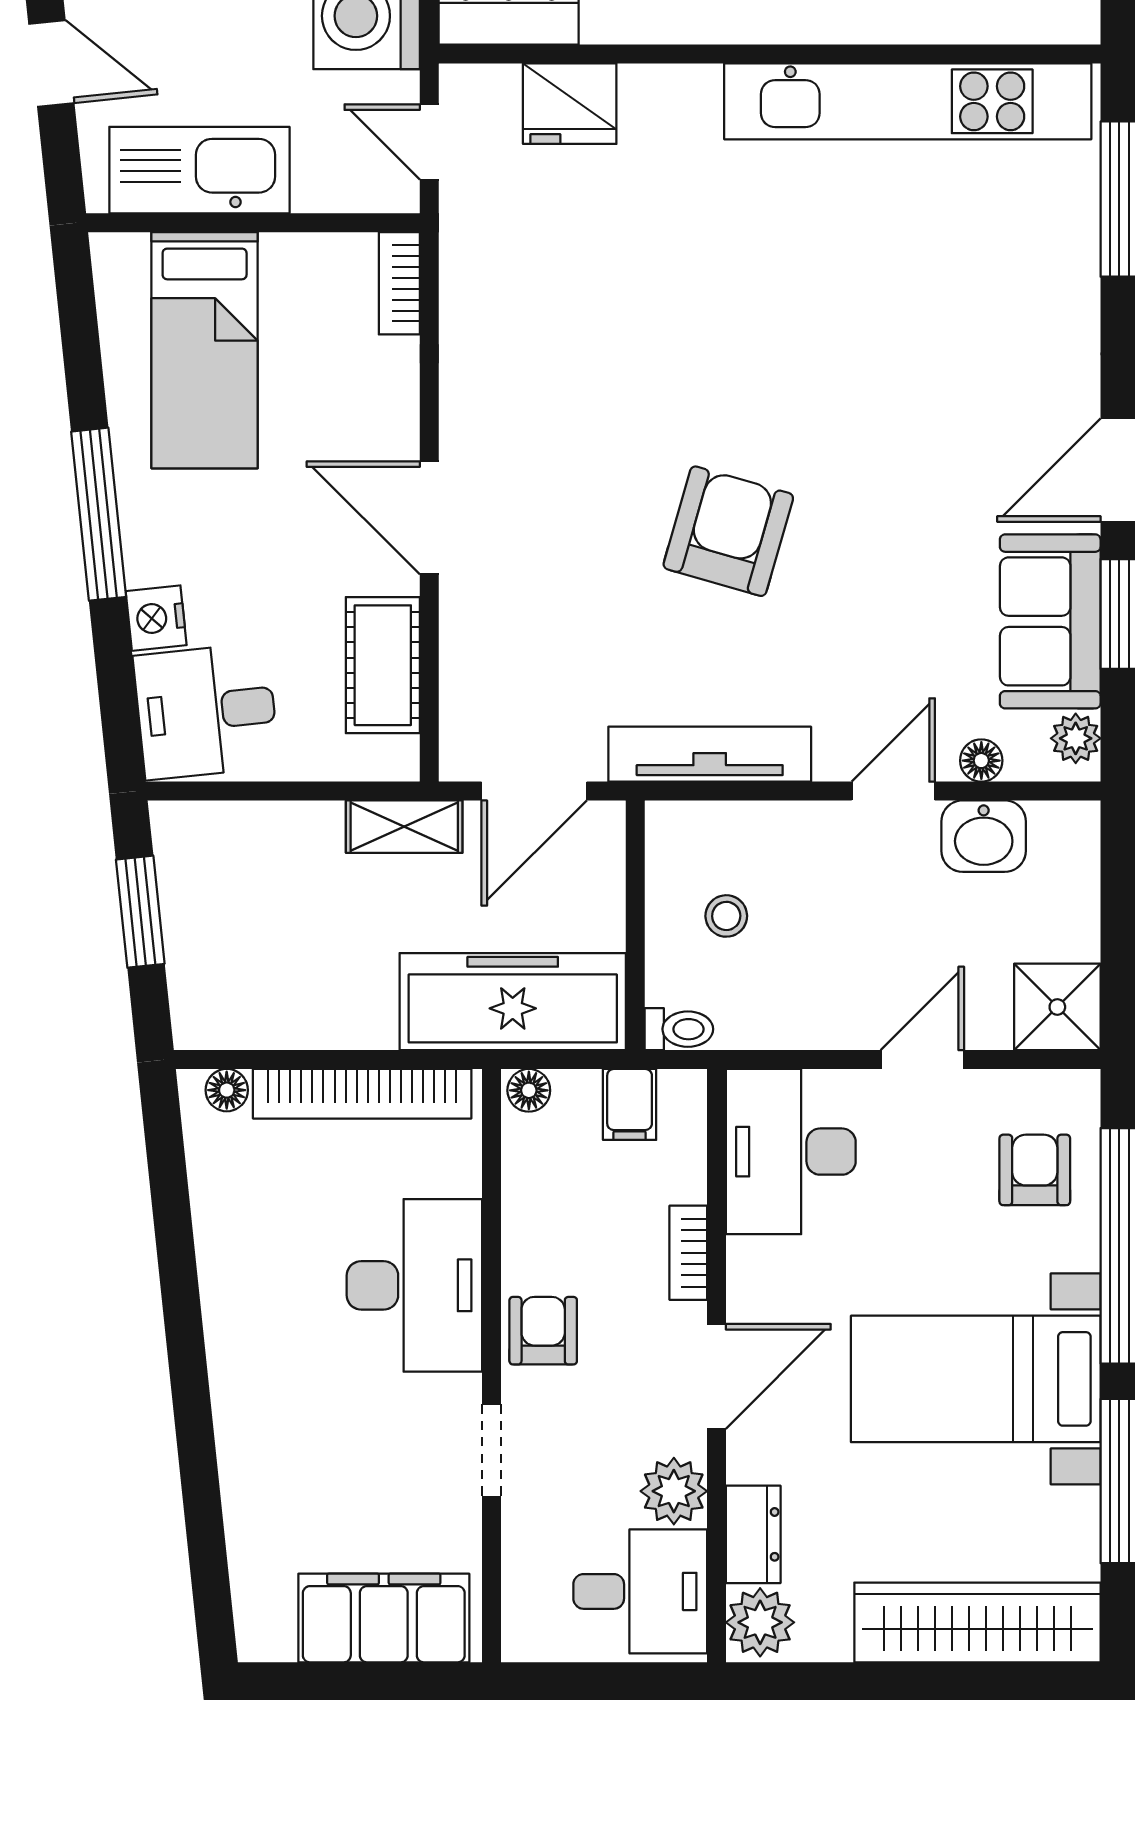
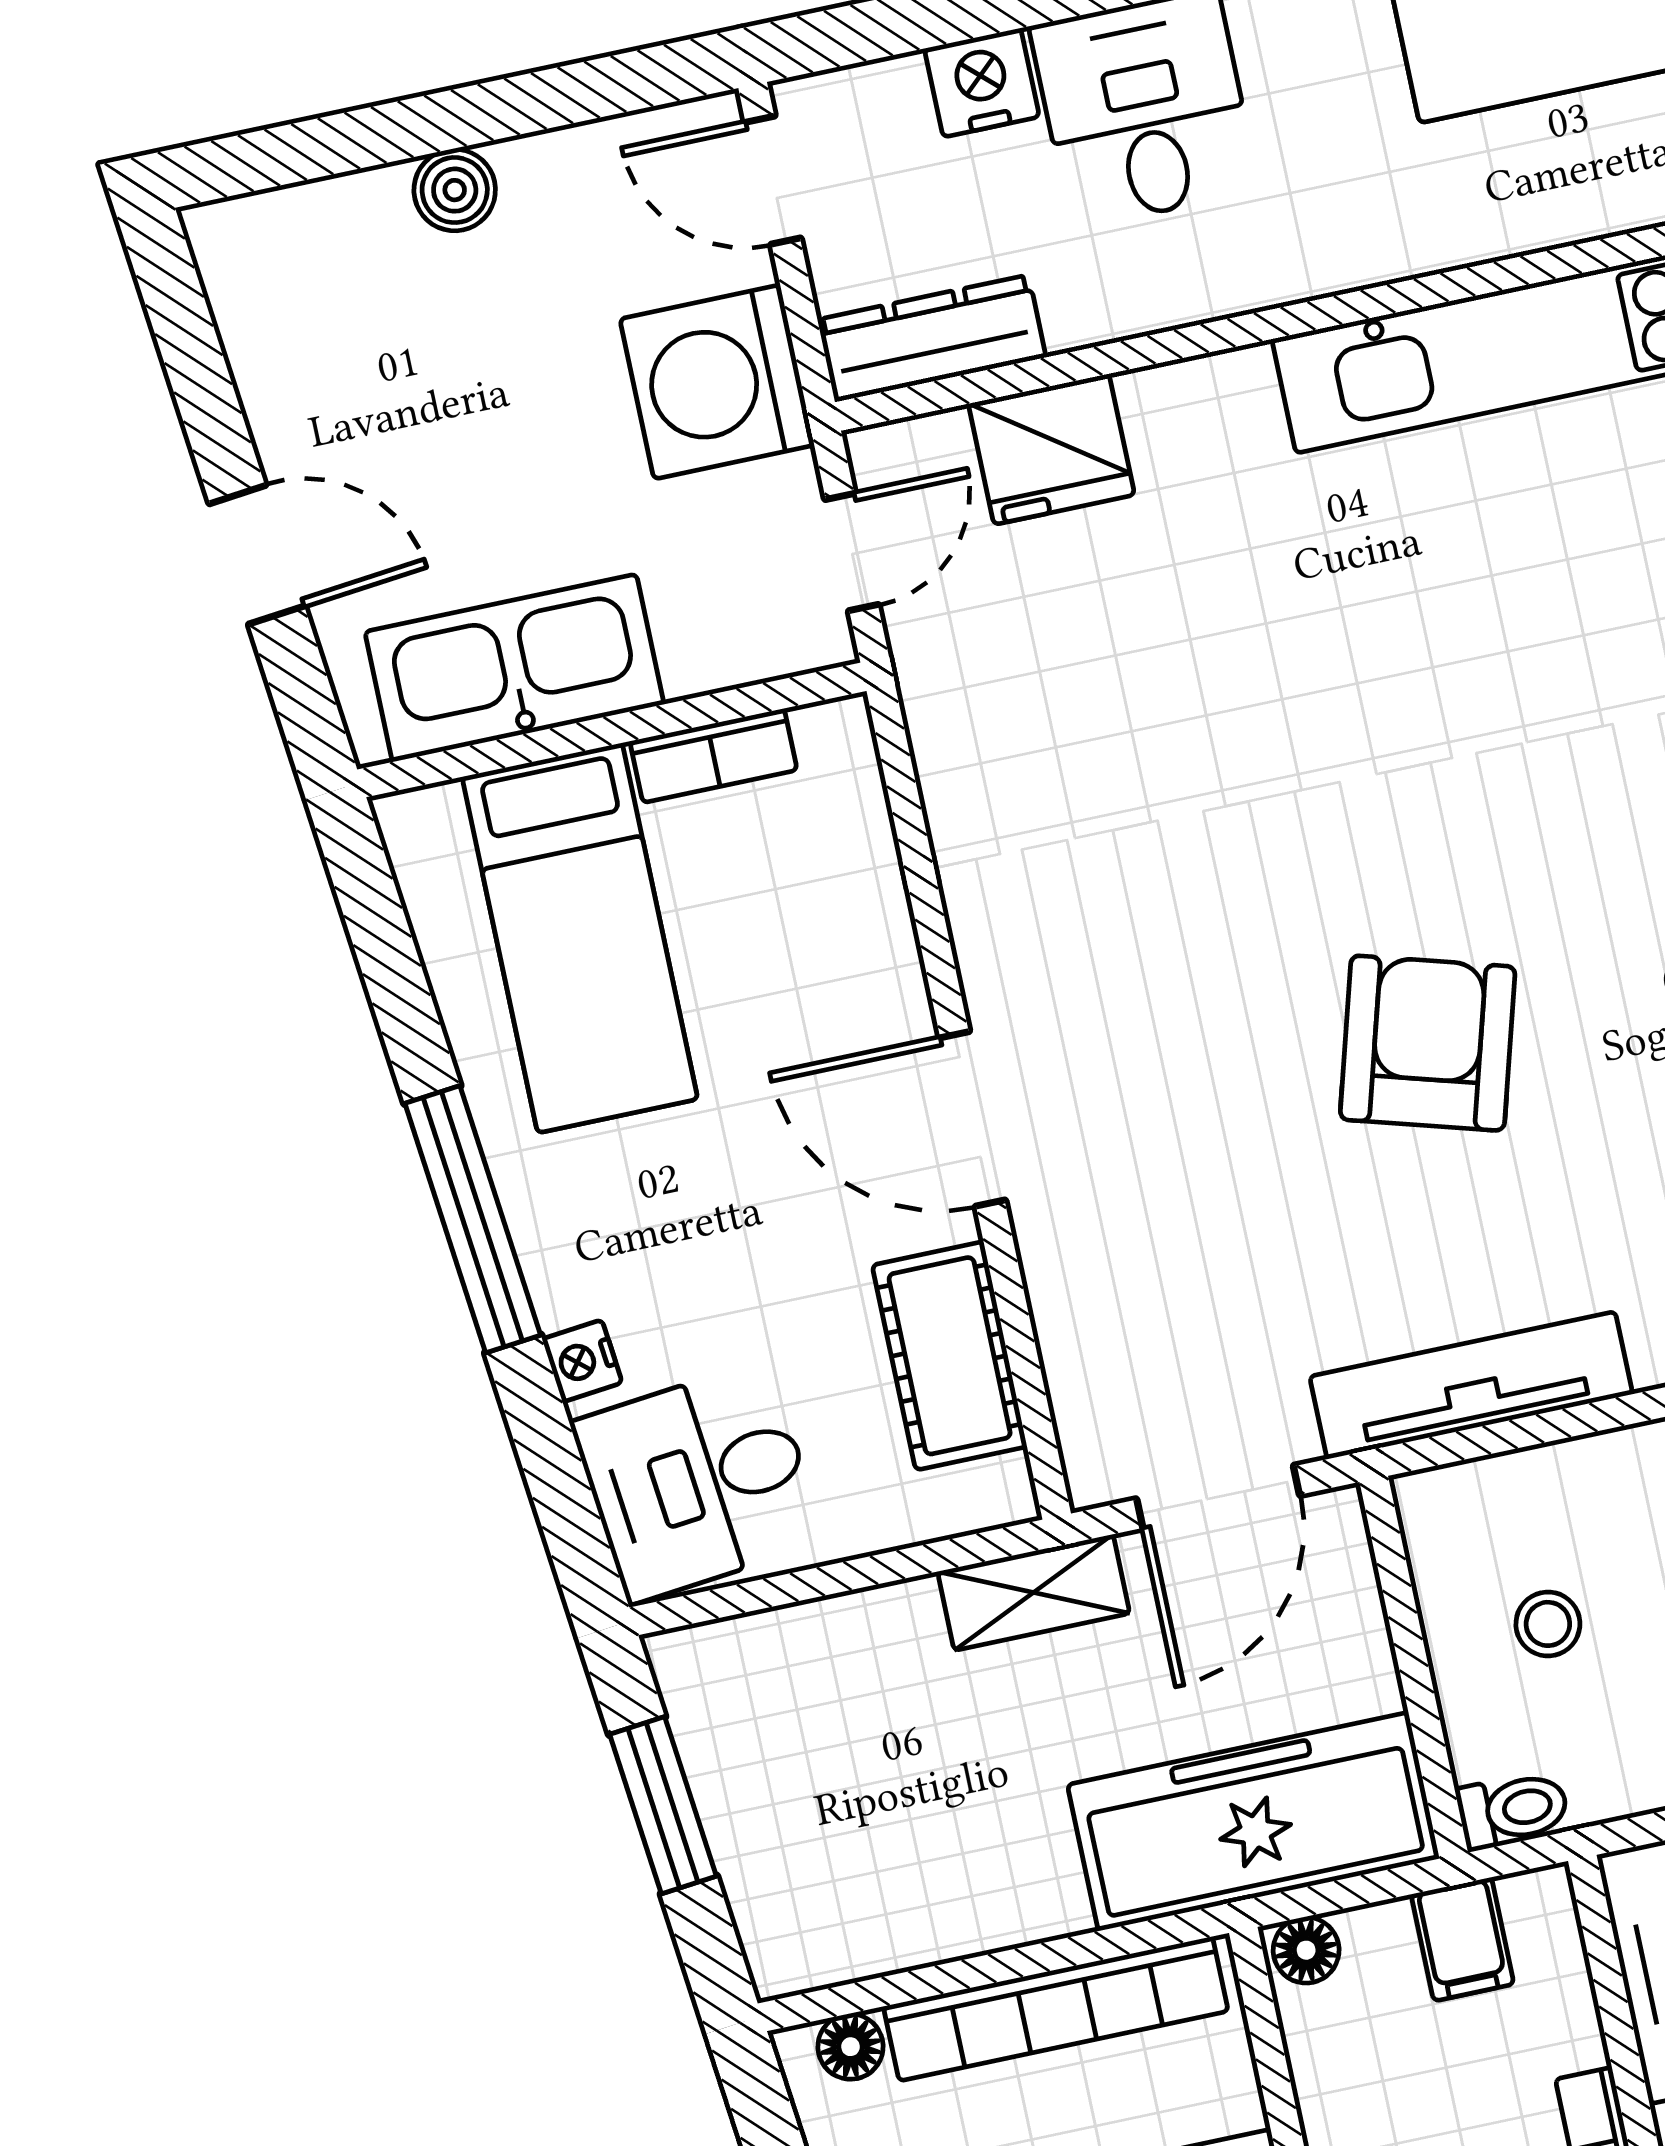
door: (429, 142) -> (852, 552), swing flipped
bookcase: (399, 283) -> (714, 756), moved, turned -90
nightstand: (156, 618) -> (582, 1361), width x0.72, depth x0.74

